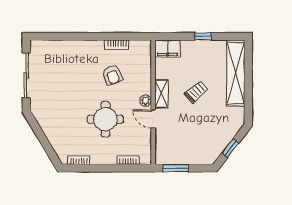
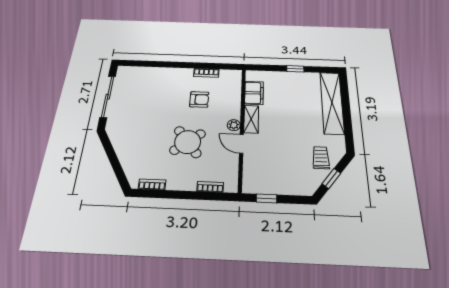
filing cabinet: (168, 48) -> (254, 93), moved, turned -90
armchair: (112, 75) -> (199, 99), turned -70
trolley: (196, 92) -> (321, 158), moved, turned -49
round table: (105, 119) -> (188, 142), turned -38
window: (175, 168) -> (266, 198), width x0.67

